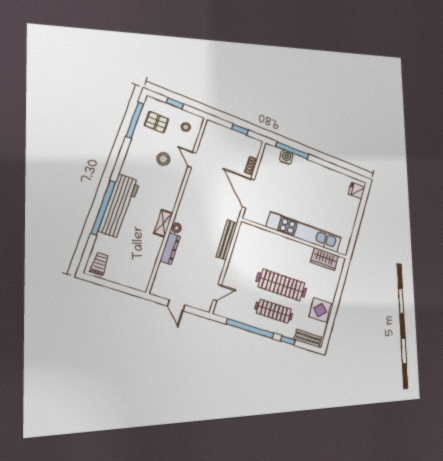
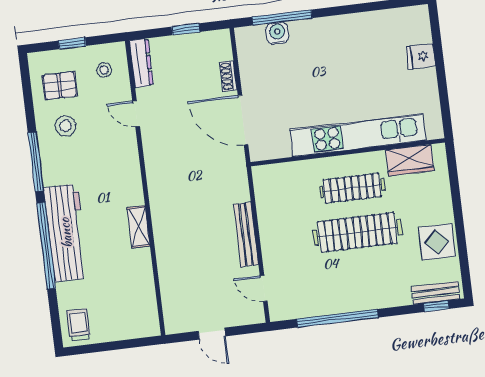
window: (135, 120) -> (36, 162), moved
stool: (163, 159) -> (65, 126), moved
fridge: (357, 191) -> (421, 56), moved
plant: (176, 228) -> (160, 224), removed
bench: (227, 240) -> (246, 235), moved
dresser: (170, 249) -> (141, 63), moved
door: (217, 292) -> (264, 288), swing flipped
clothes rail: (274, 311) -> (352, 188), moved
window: (288, 340) -> (436, 306), moved

